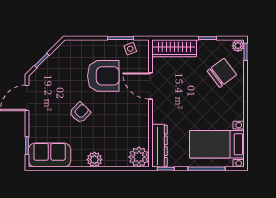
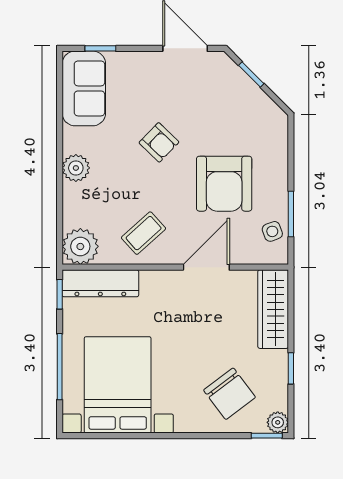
coffee table: (131, 121) -> (144, 233), added
bed with nightstands: (217, 144) -> (118, 385), width x1.36

